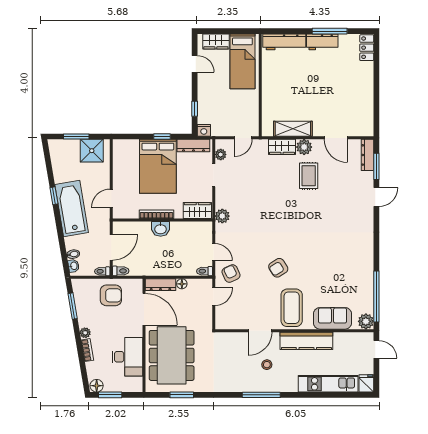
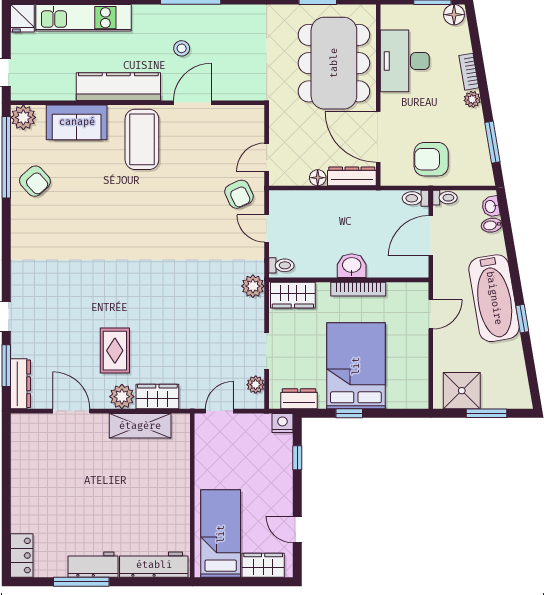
dresser: (193, 146) -> (299, 399), width x0.70
armchair: (278, 268) -> (35, 181), moved, turned 80
toilet: (204, 271) -> (281, 265), moved

